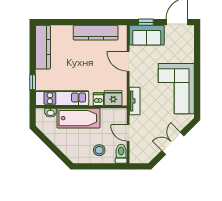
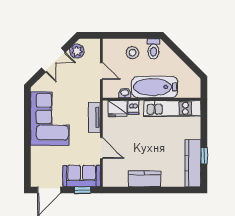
kitchen counter: (96, 33) -> (144, 179), width x0.67
window: (33, 82) -> (204, 156), moved
tv unit: (135, 101) -> (94, 117), moved
washbasin: (51, 113) -> (125, 93), moved
plant: (151, 152) -> (77, 51), added
toilet: (121, 154) -> (153, 49), moved

